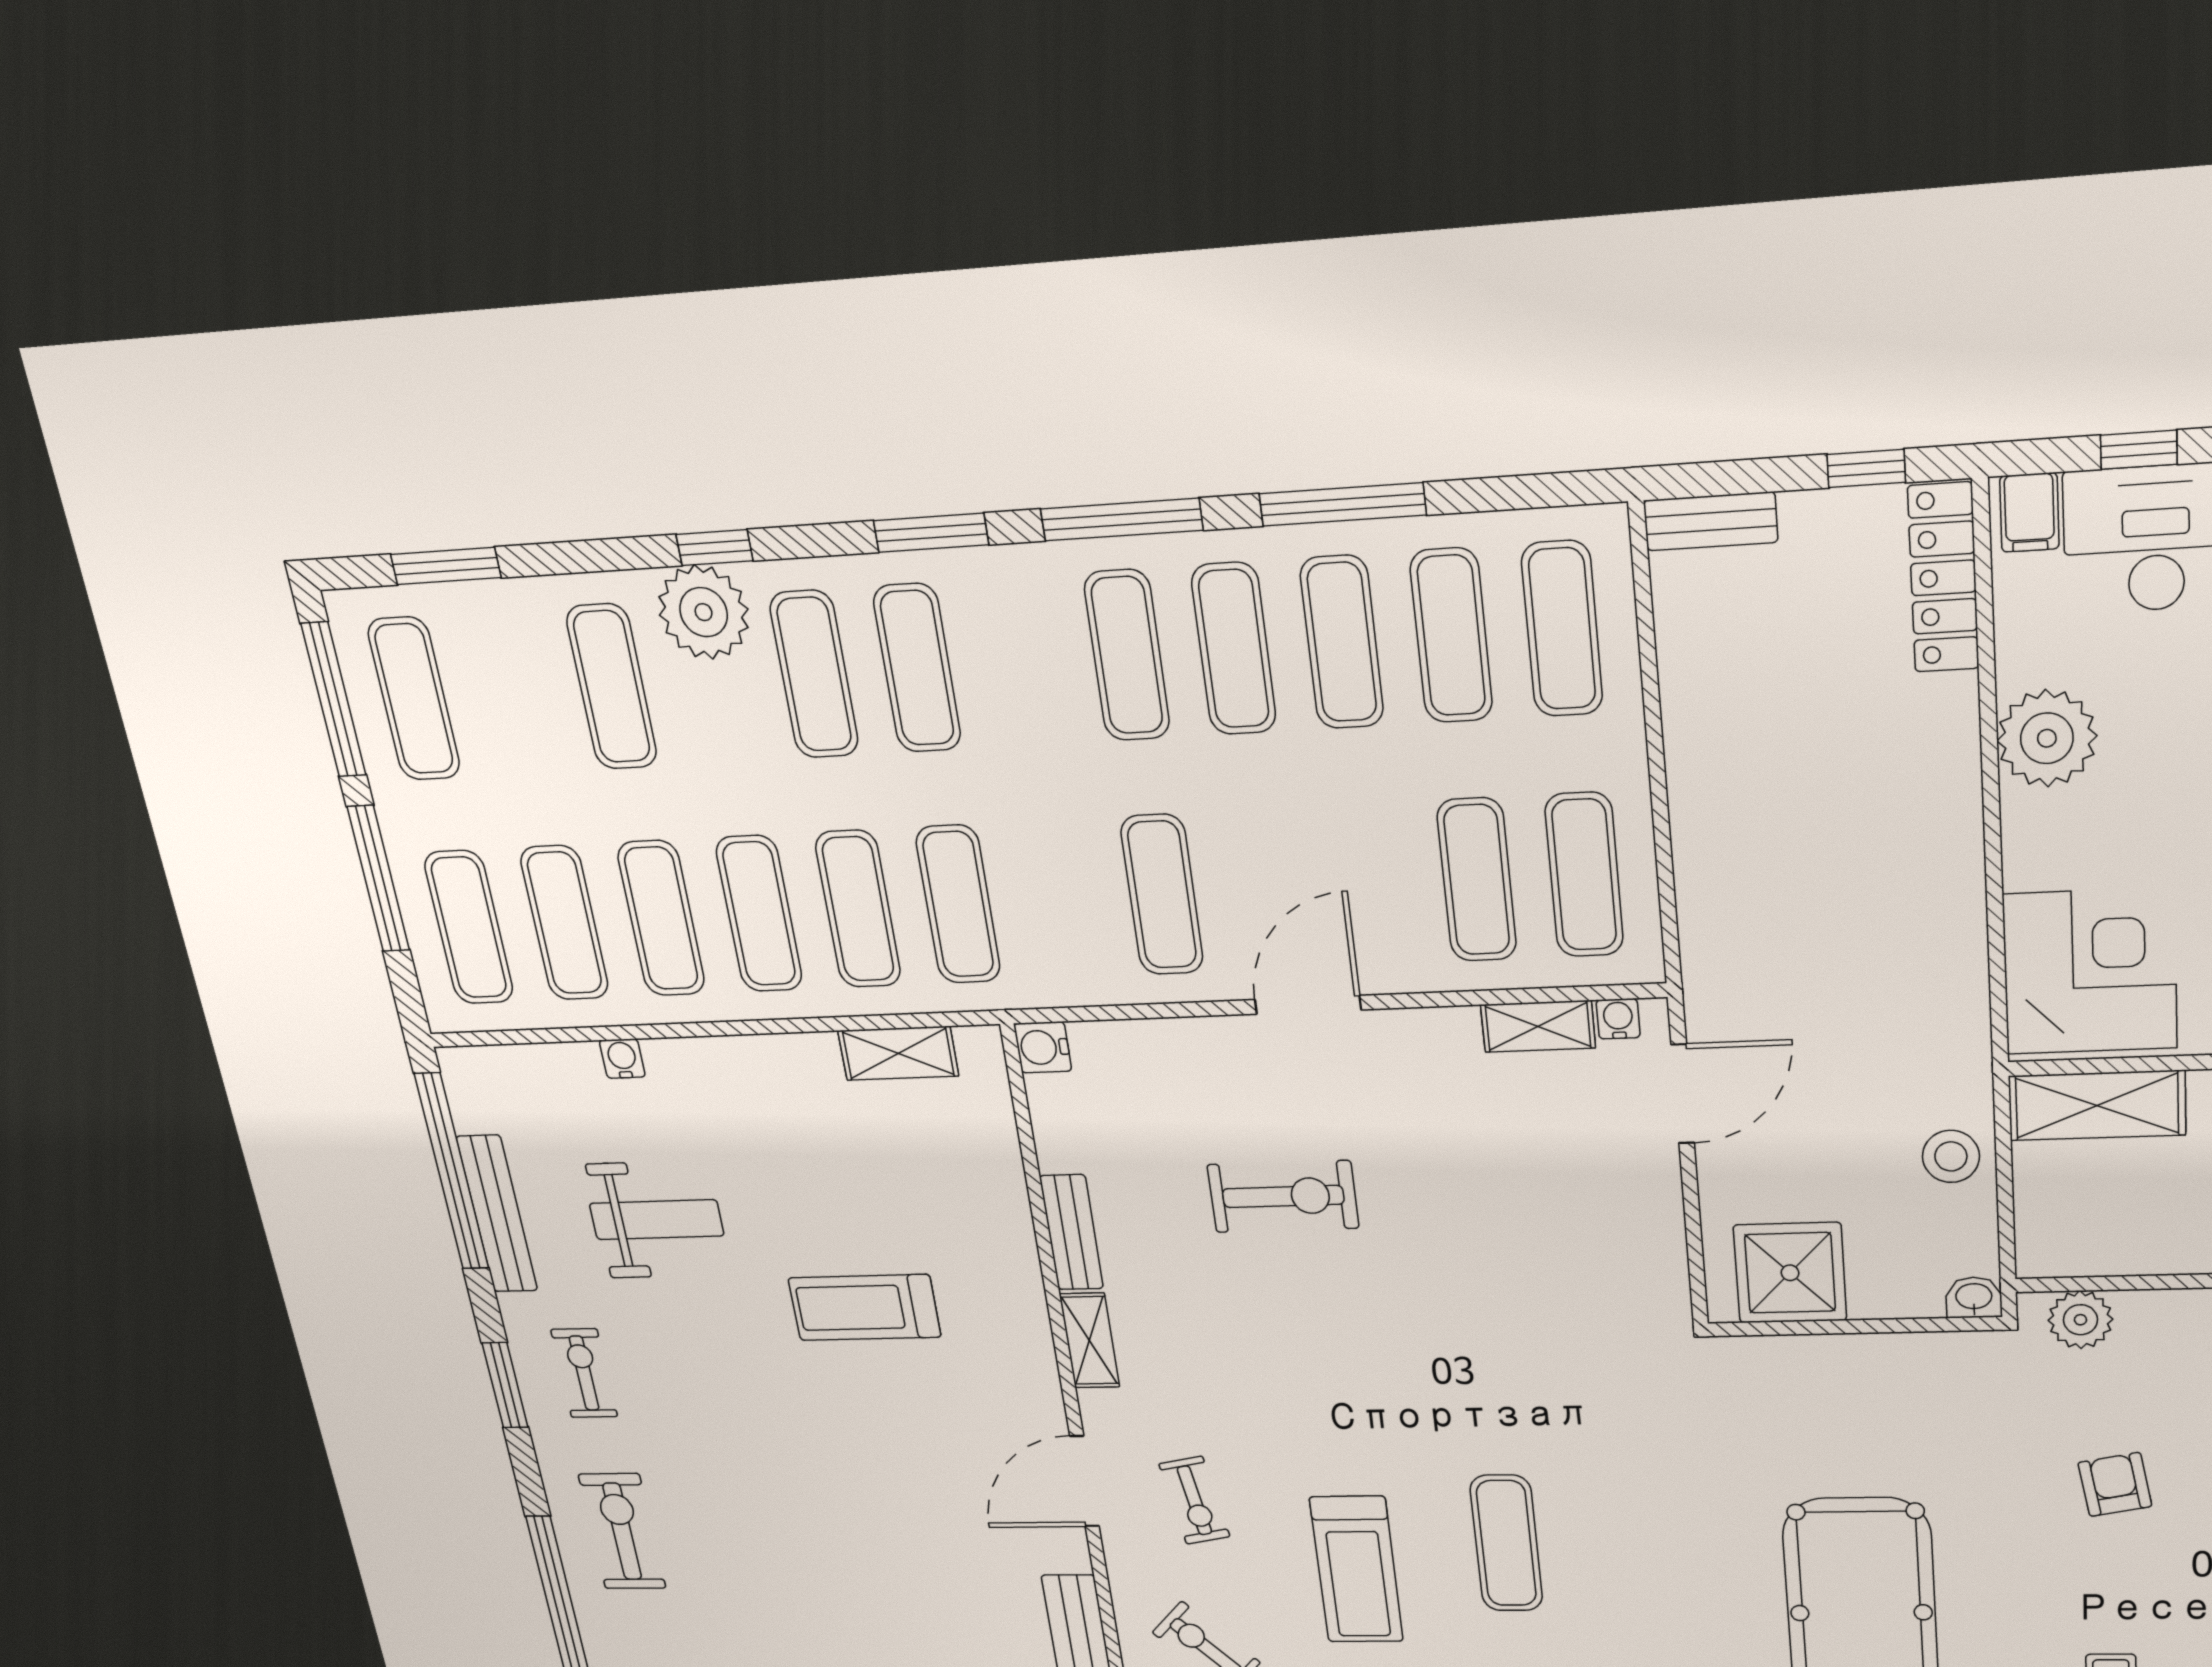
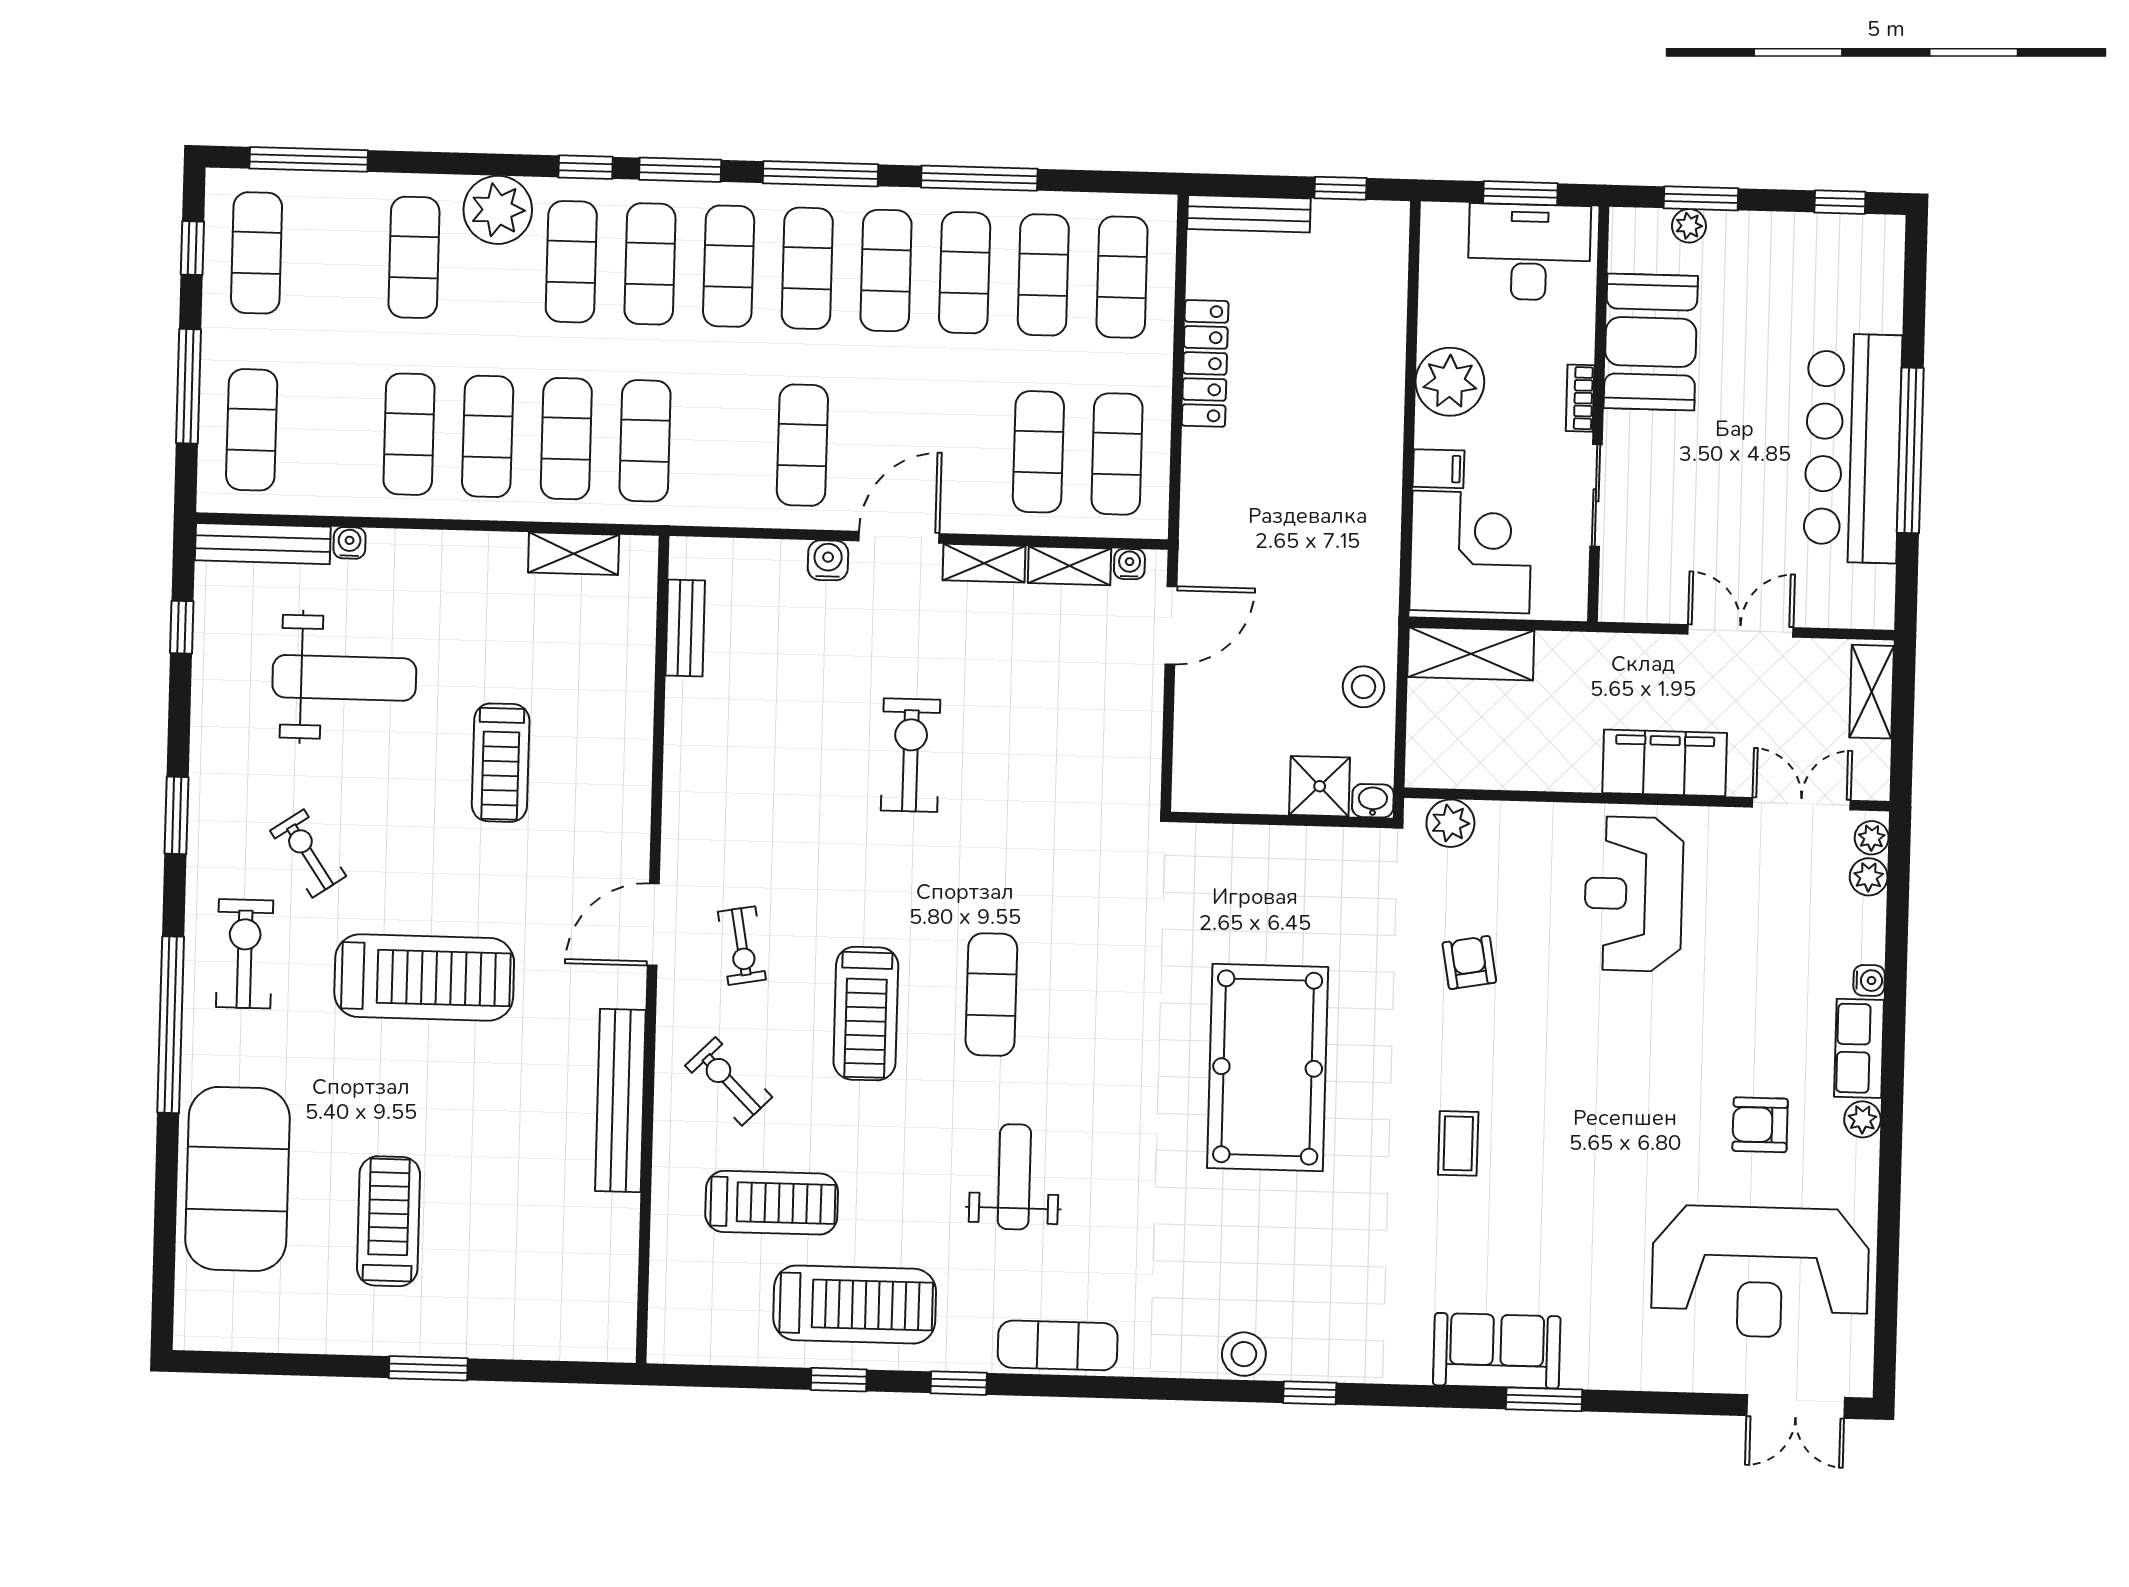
window: (2139, 450) -> (1520, 193), width x1.50
filing cabinet: (2029, 513) -> (1439, 469), moved, turned -90
bench: (1711, 521) -> (1249, 214), width x1.36
window: (714, 548) -> (586, 167), moved
window: (446, 566) -> (309, 159), width x1.44
locker: (1943, 578) -> (1205, 363), moved, turned 180
window: (334, 700) -> (192, 248), width x0.46
exercise mat: (565, 923) -> (729, 266), moved
water cooler: (1043, 1047) -> (828, 560), moved, turned 90
window: (452, 1172) -> (182, 627), width x0.32
exercise bike: (1283, 1196) -> (911, 755), moved, turned -90
bench: (497, 1214) -> (263, 544), moved, turned 90
weight bench: (657, 1220) -> (344, 678), width x1.36, depth x1.33
bench: (1071, 1232) -> (685, 628), moved
shower: (1790, 1273) -> (1320, 786), moved, width x0.73, depth x0.73
treadmill: (865, 1308) -> (501, 763), turned -90
shelving: (1089, 1341) -> (984, 563), moved, turned 90
exercise bike: (584, 1373) -> (308, 853), moved, turned -34
treadmill: (831, 1549) -> (424, 978), added

